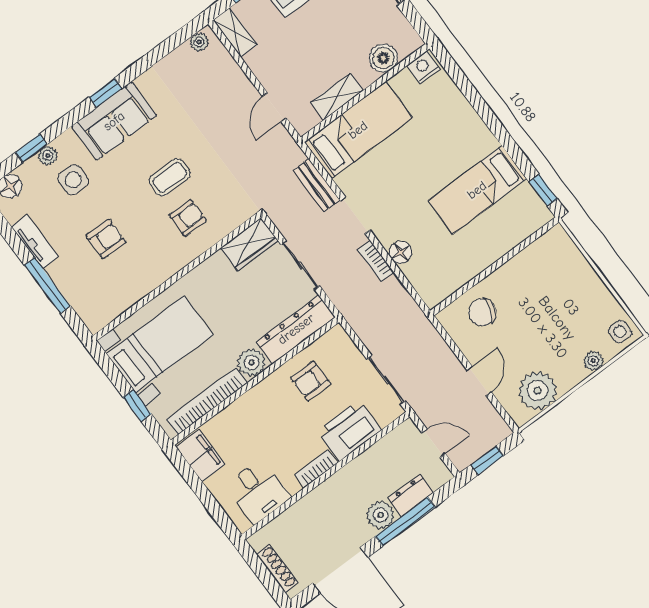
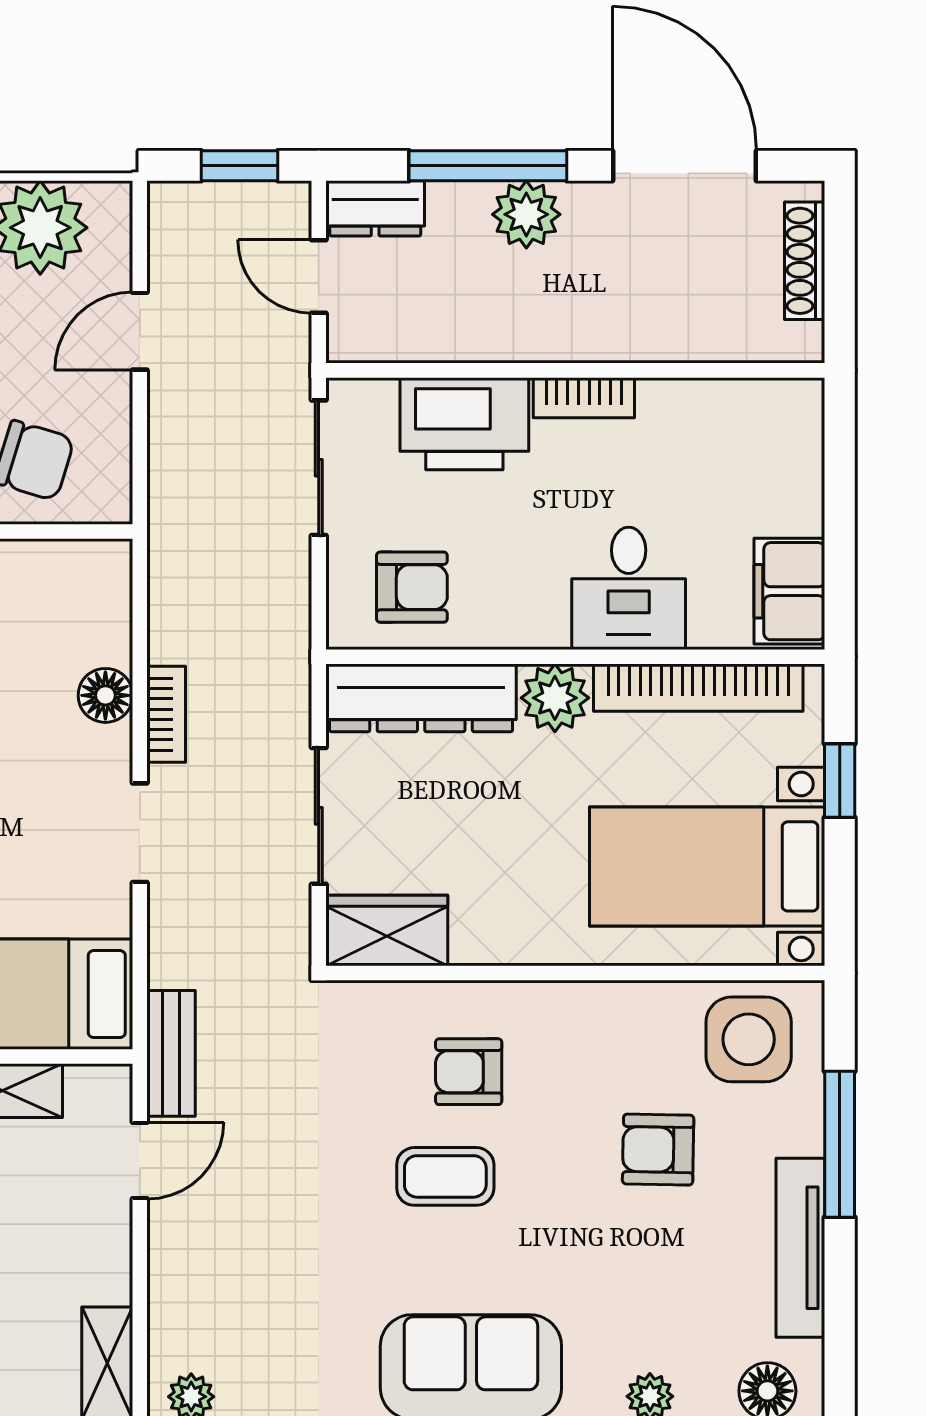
side table: (73, 180) -> (749, 1039), moved, width x1.37, depth x1.37
bench: (317, 185) -> (171, 1053), moved
tv unit: (35, 242) -> (800, 1248), width x1.41
armchair: (311, 381) -> (412, 587), moved
desk: (258, 491) -> (629, 588), moved, turned 180
dresser: (411, 495) -> (375, 208), moved

